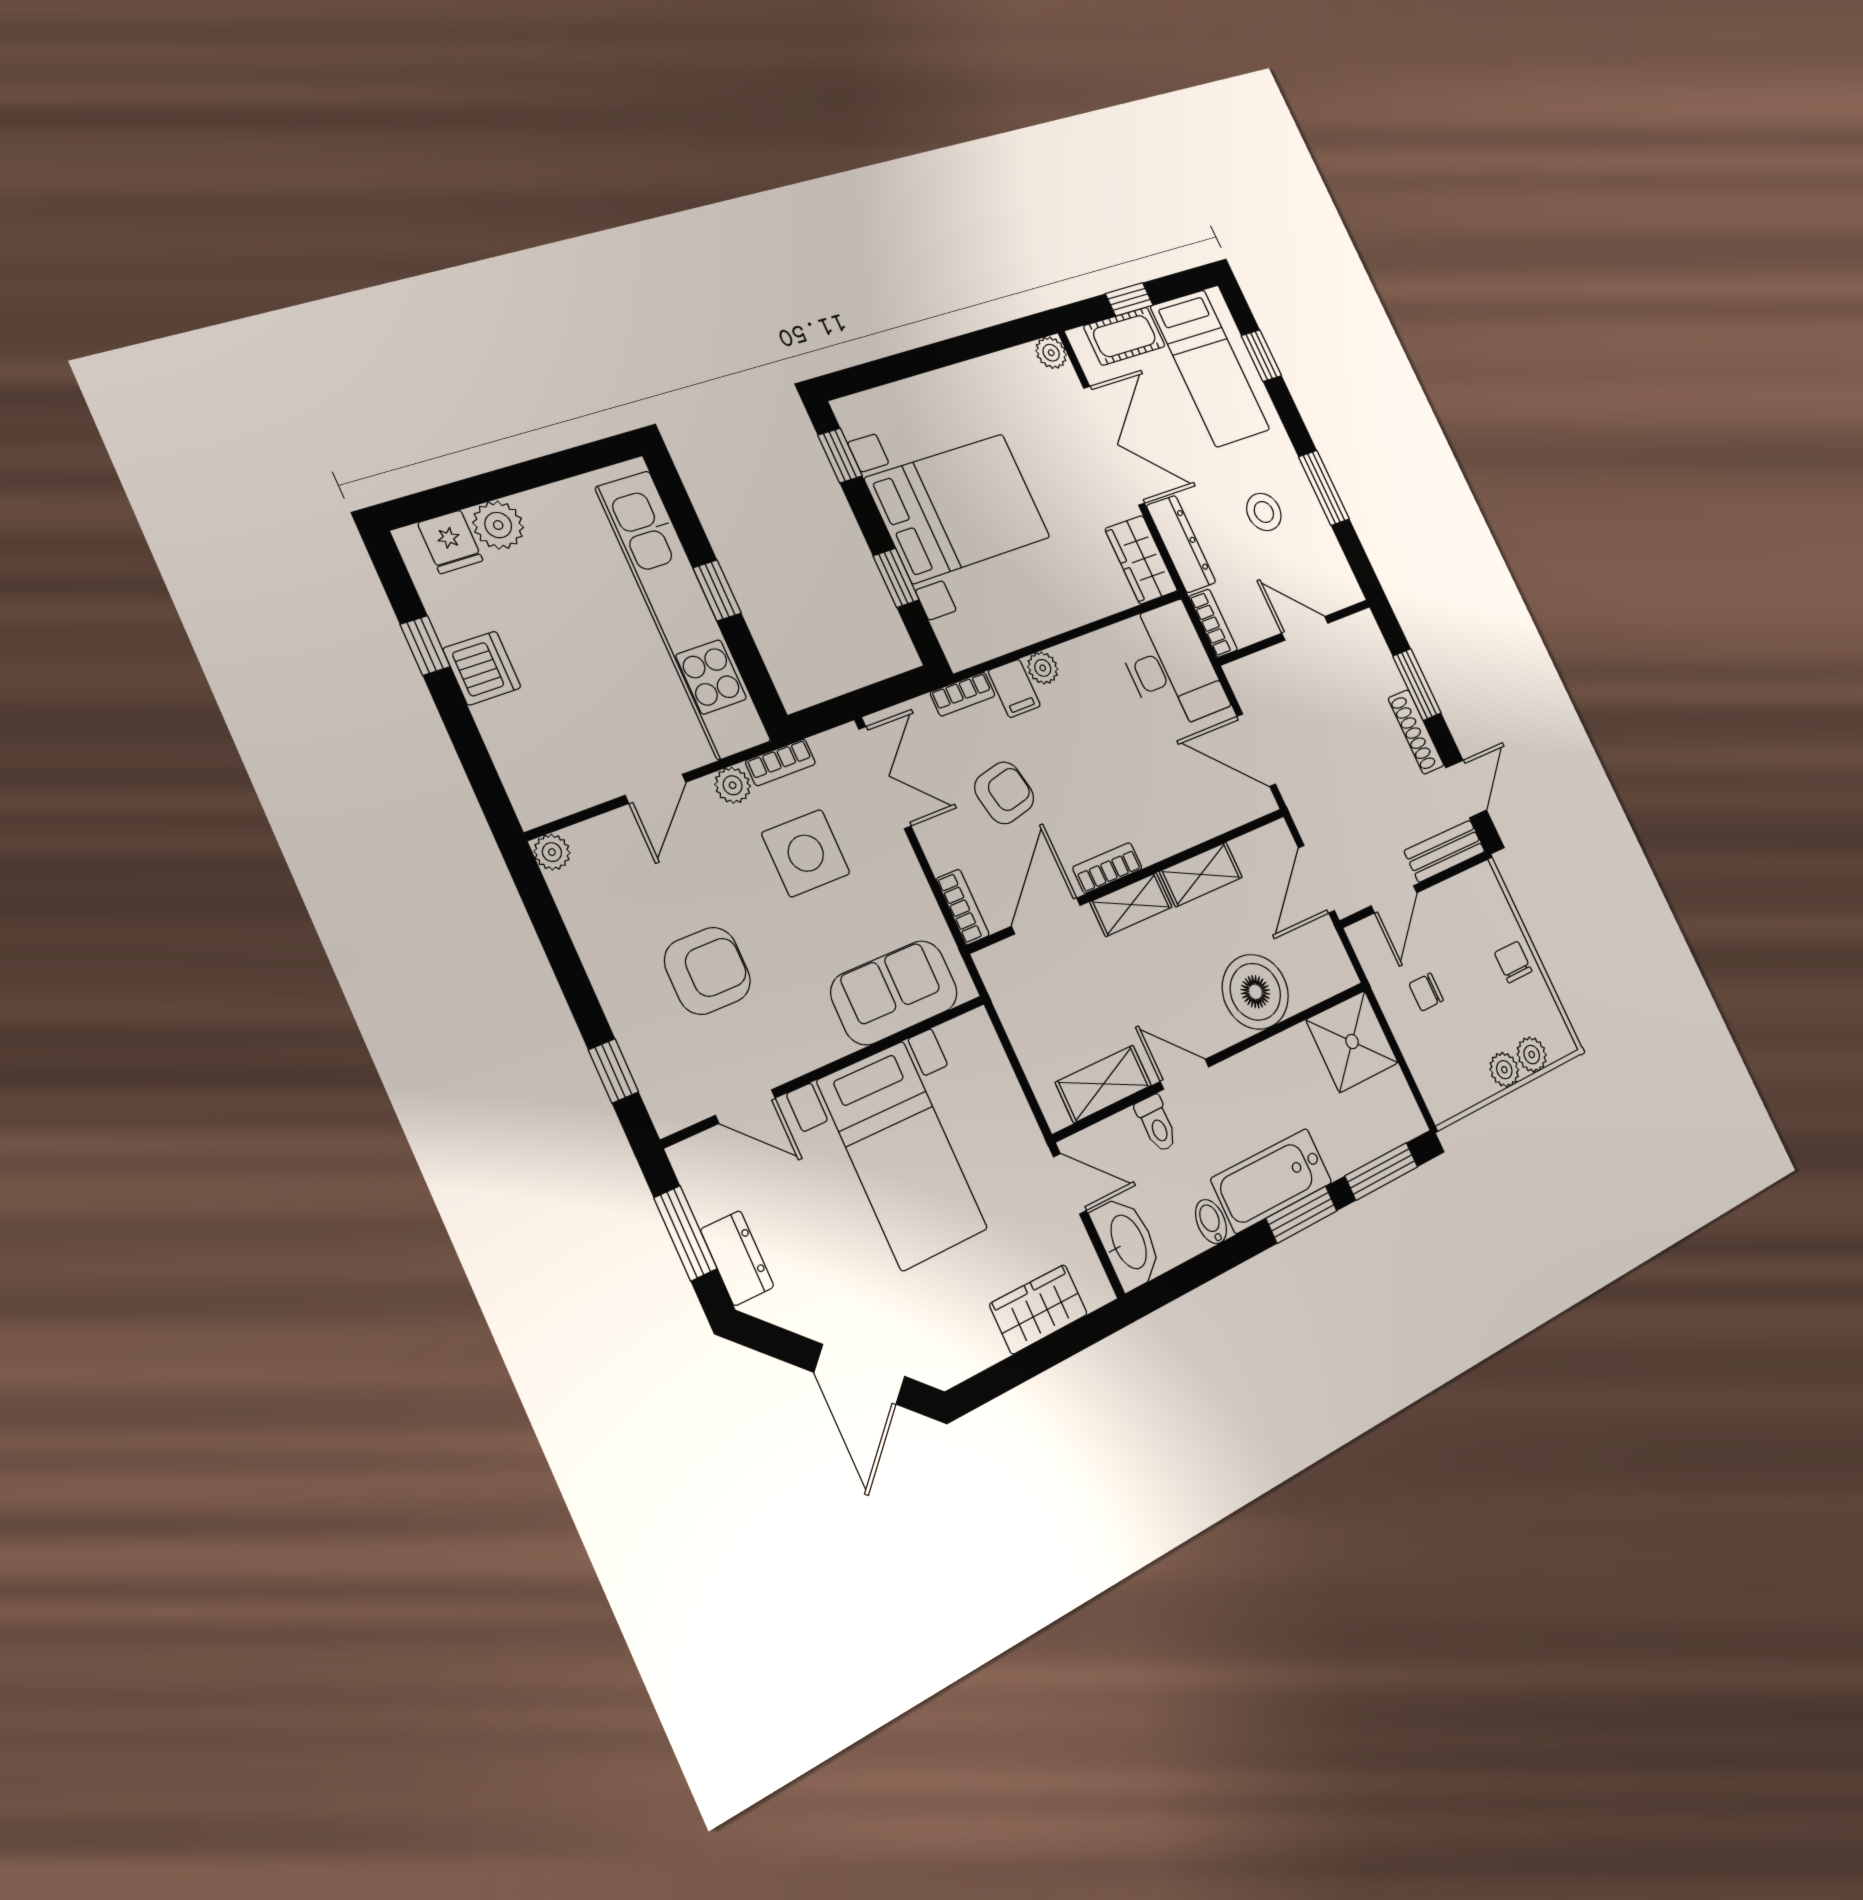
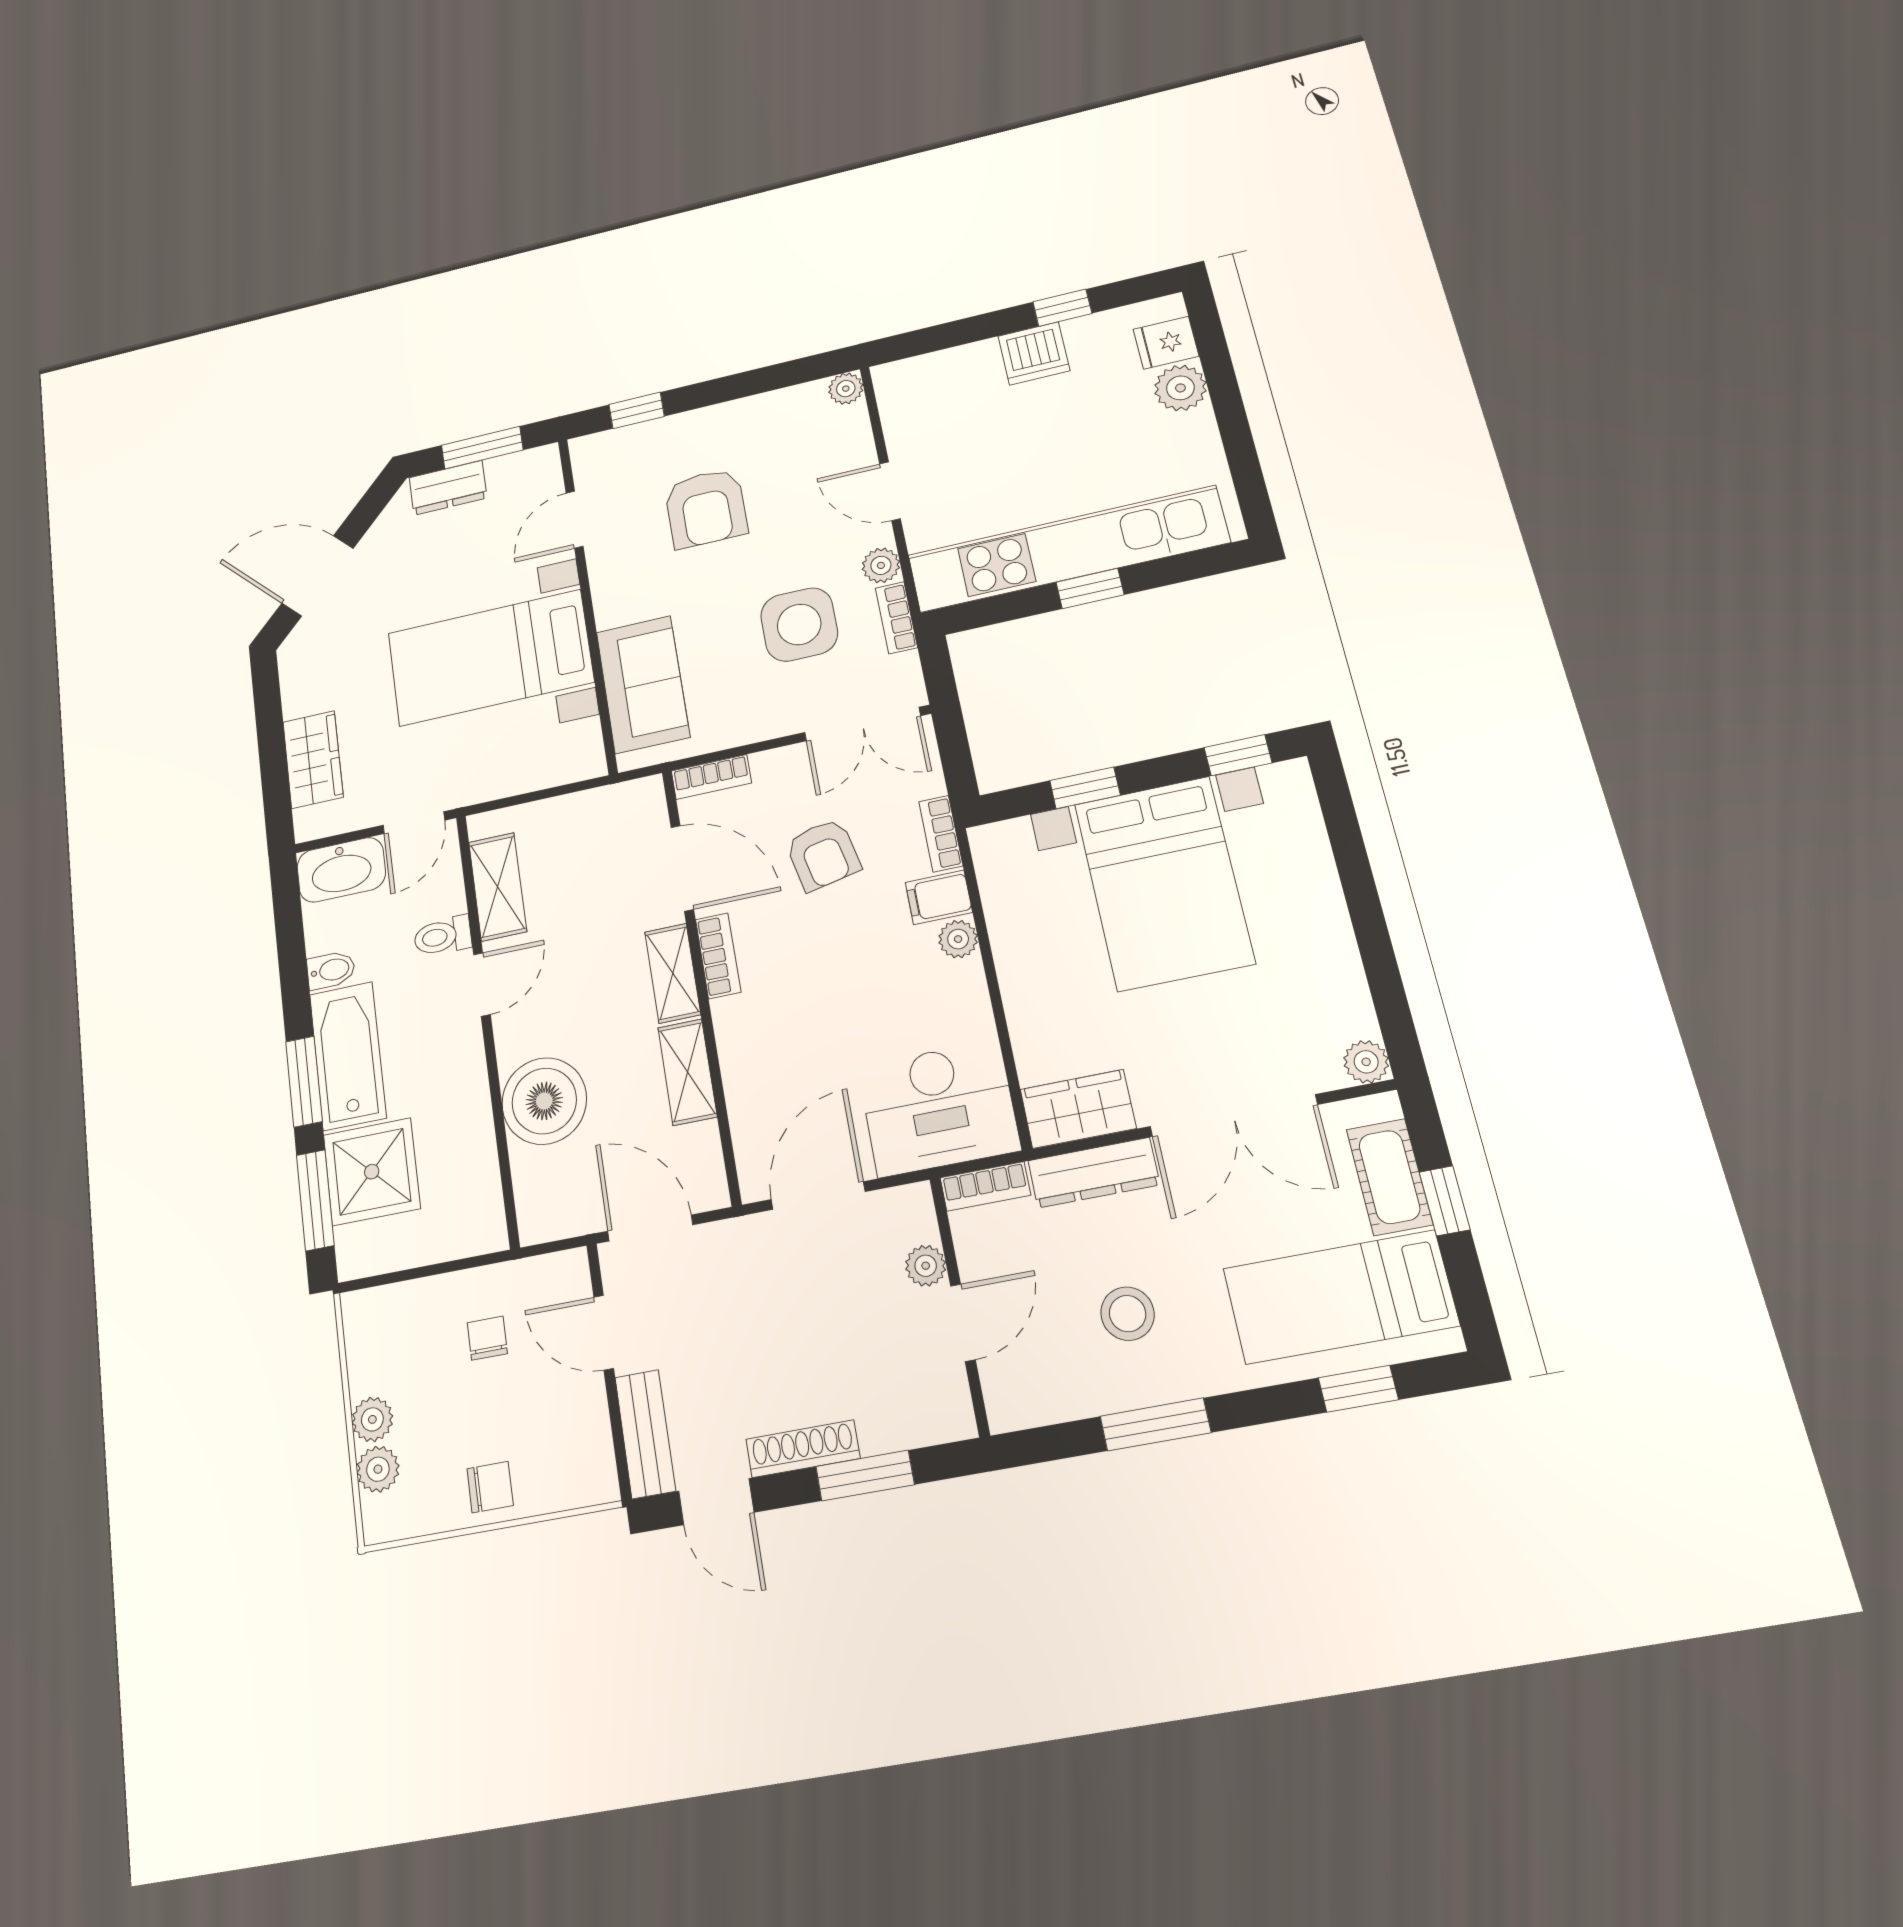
plant: (1278, 661) -> (926, 1266), added
shower: (1352, 1041) -> (372, 1172), moved

